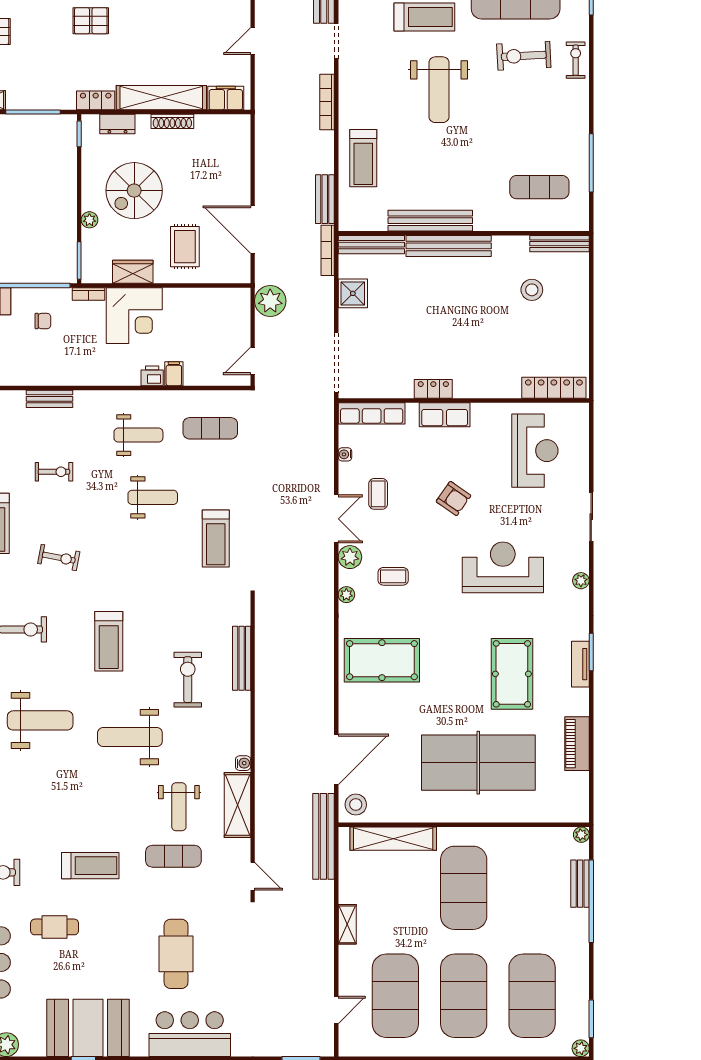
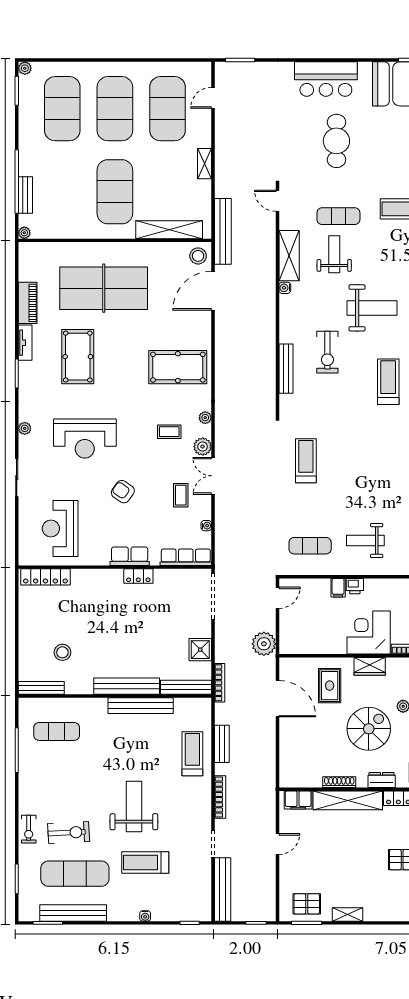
bench: (325, 199) -> (222, 744), moved
weight bench: (153, 497) -> (354, 493), removed
tv unit: (580, 664) -> (25, 343), moved

